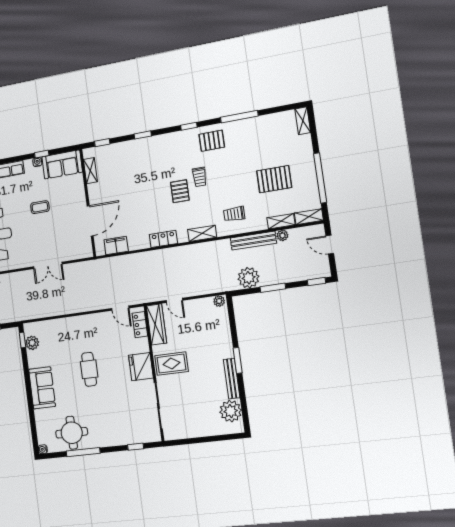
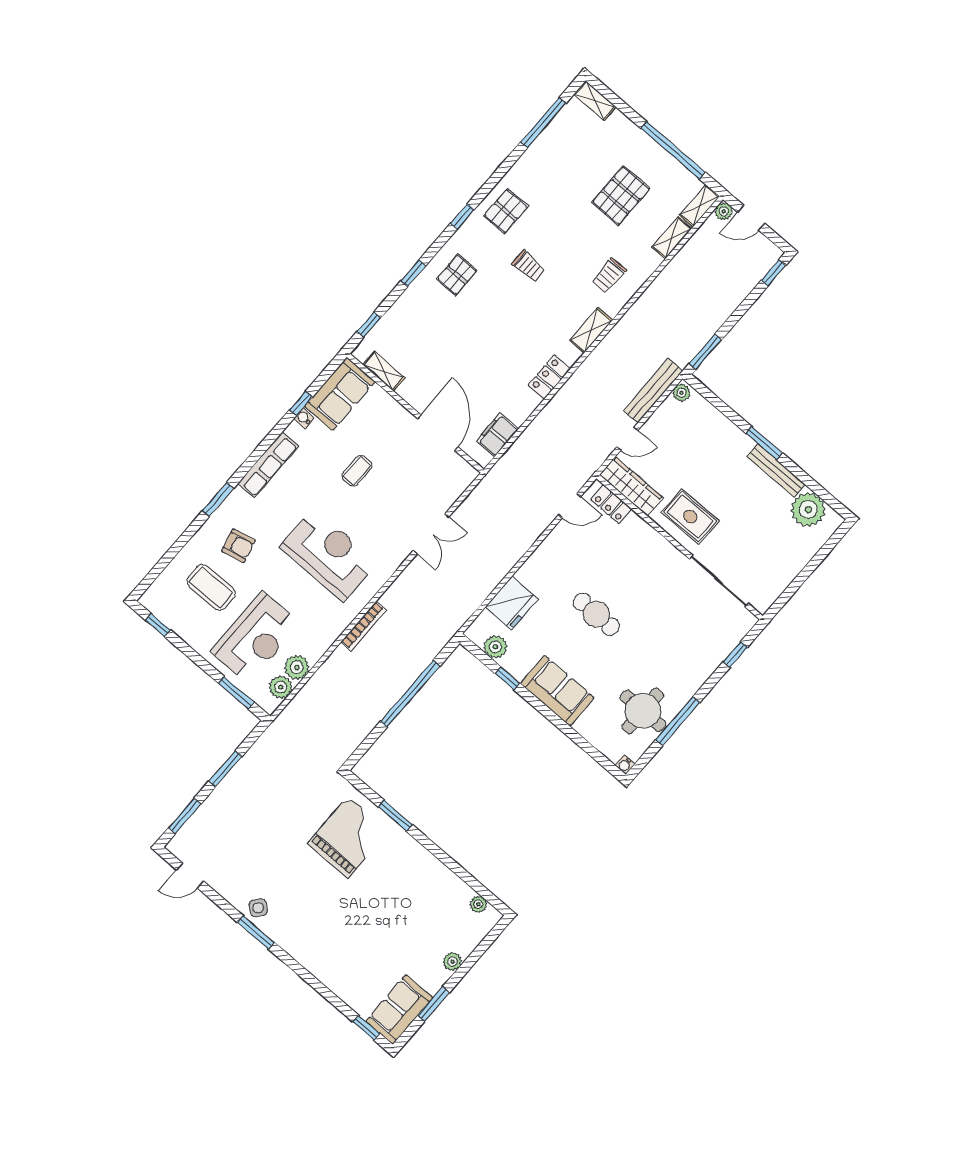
window: (239, 117) -> (543, 123), moved
pallet: (180, 191) -> (457, 275), moved, turned 90
plant: (282, 235) -> (724, 211), moved
bench: (253, 241) -> (653, 391), moved
plant: (249, 278) -> (692, 336), removed
window: (273, 288) -> (705, 352), moved
window: (22, 340) -> (507, 678), moved
rug: (171, 364) -> (690, 517), turned 90
fridge: (141, 367) -> (512, 603), moved, turned -90

